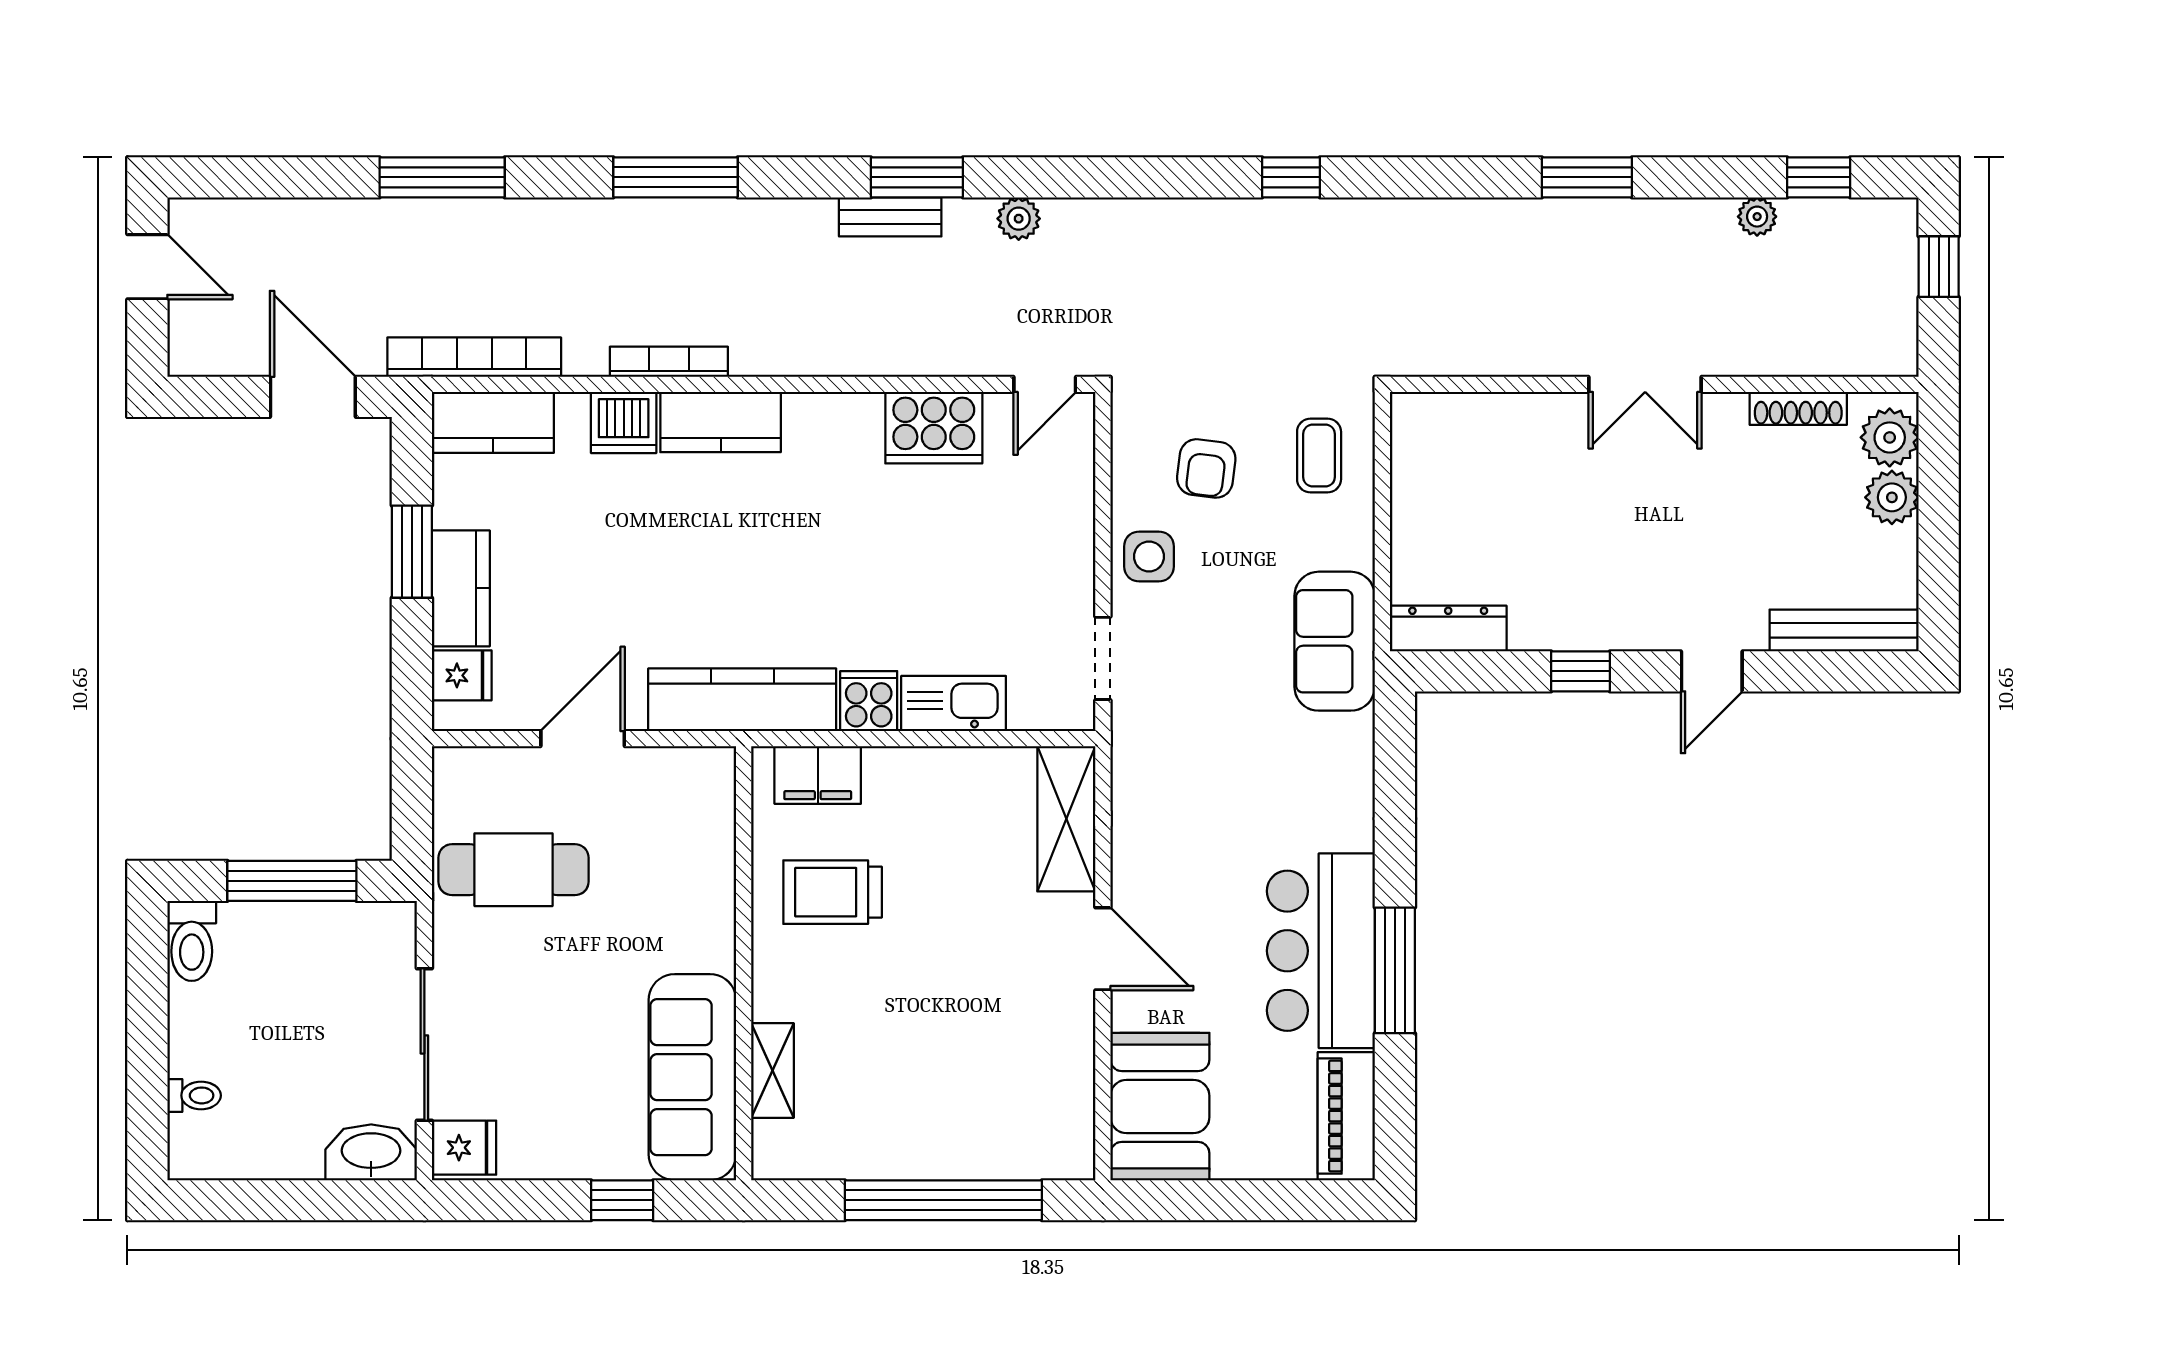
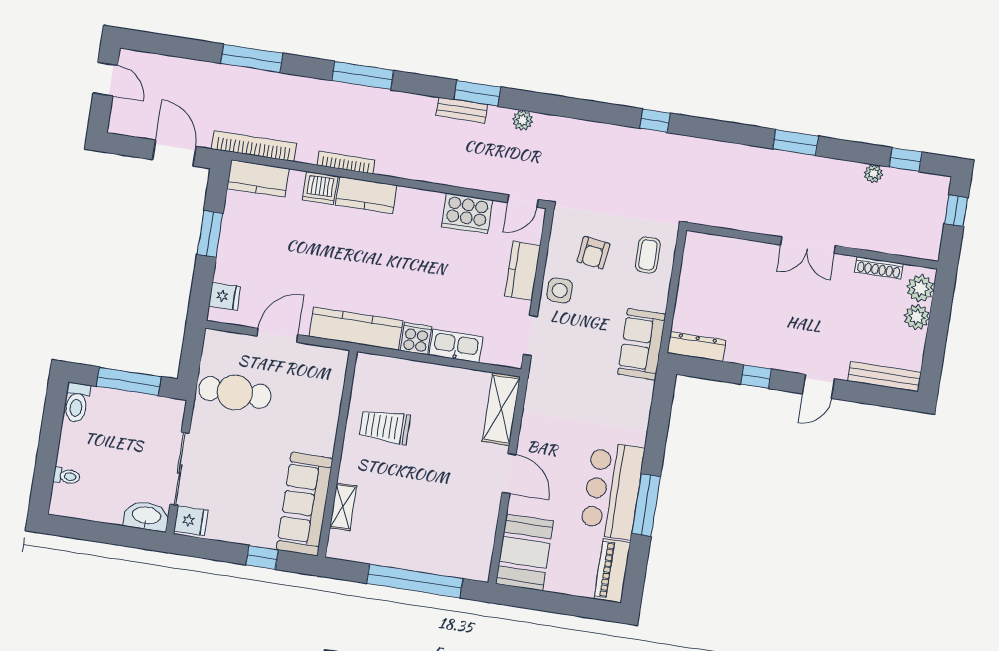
kitchen counter: (461, 588) -> (523, 271), moved, turned 180
filing cabinet: (818, 775) -> (386, 370), removed

